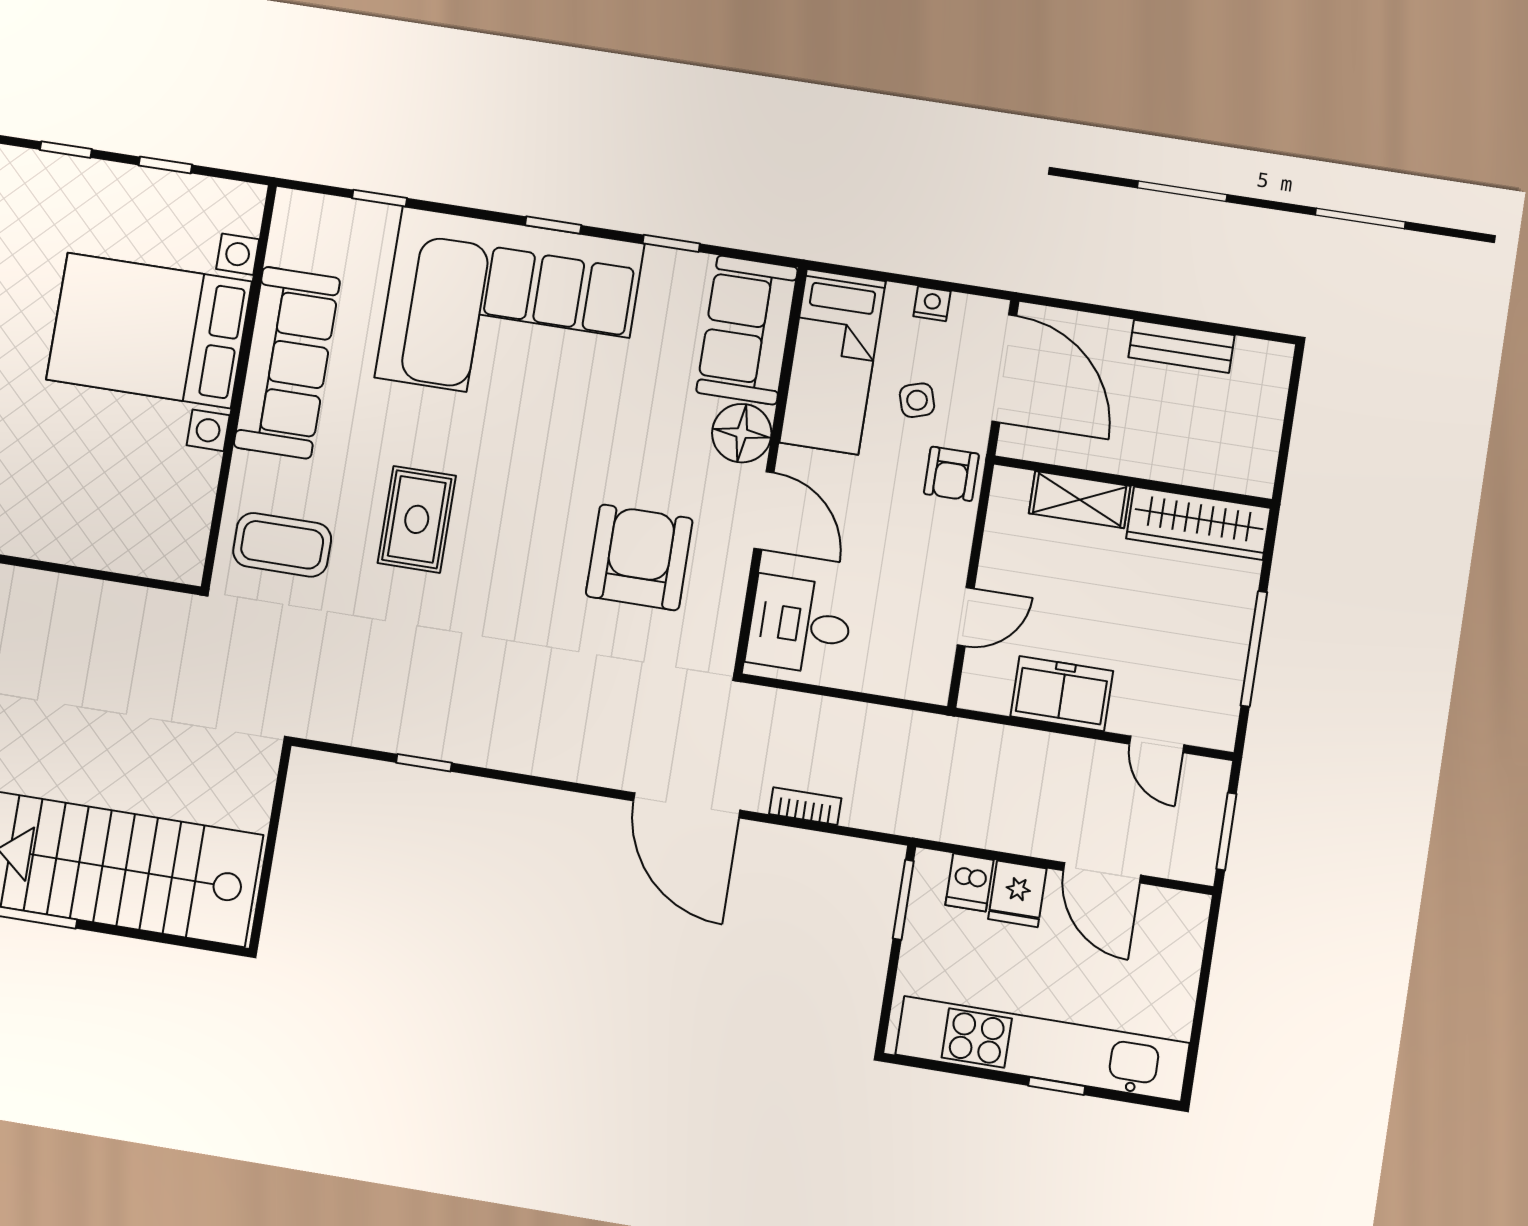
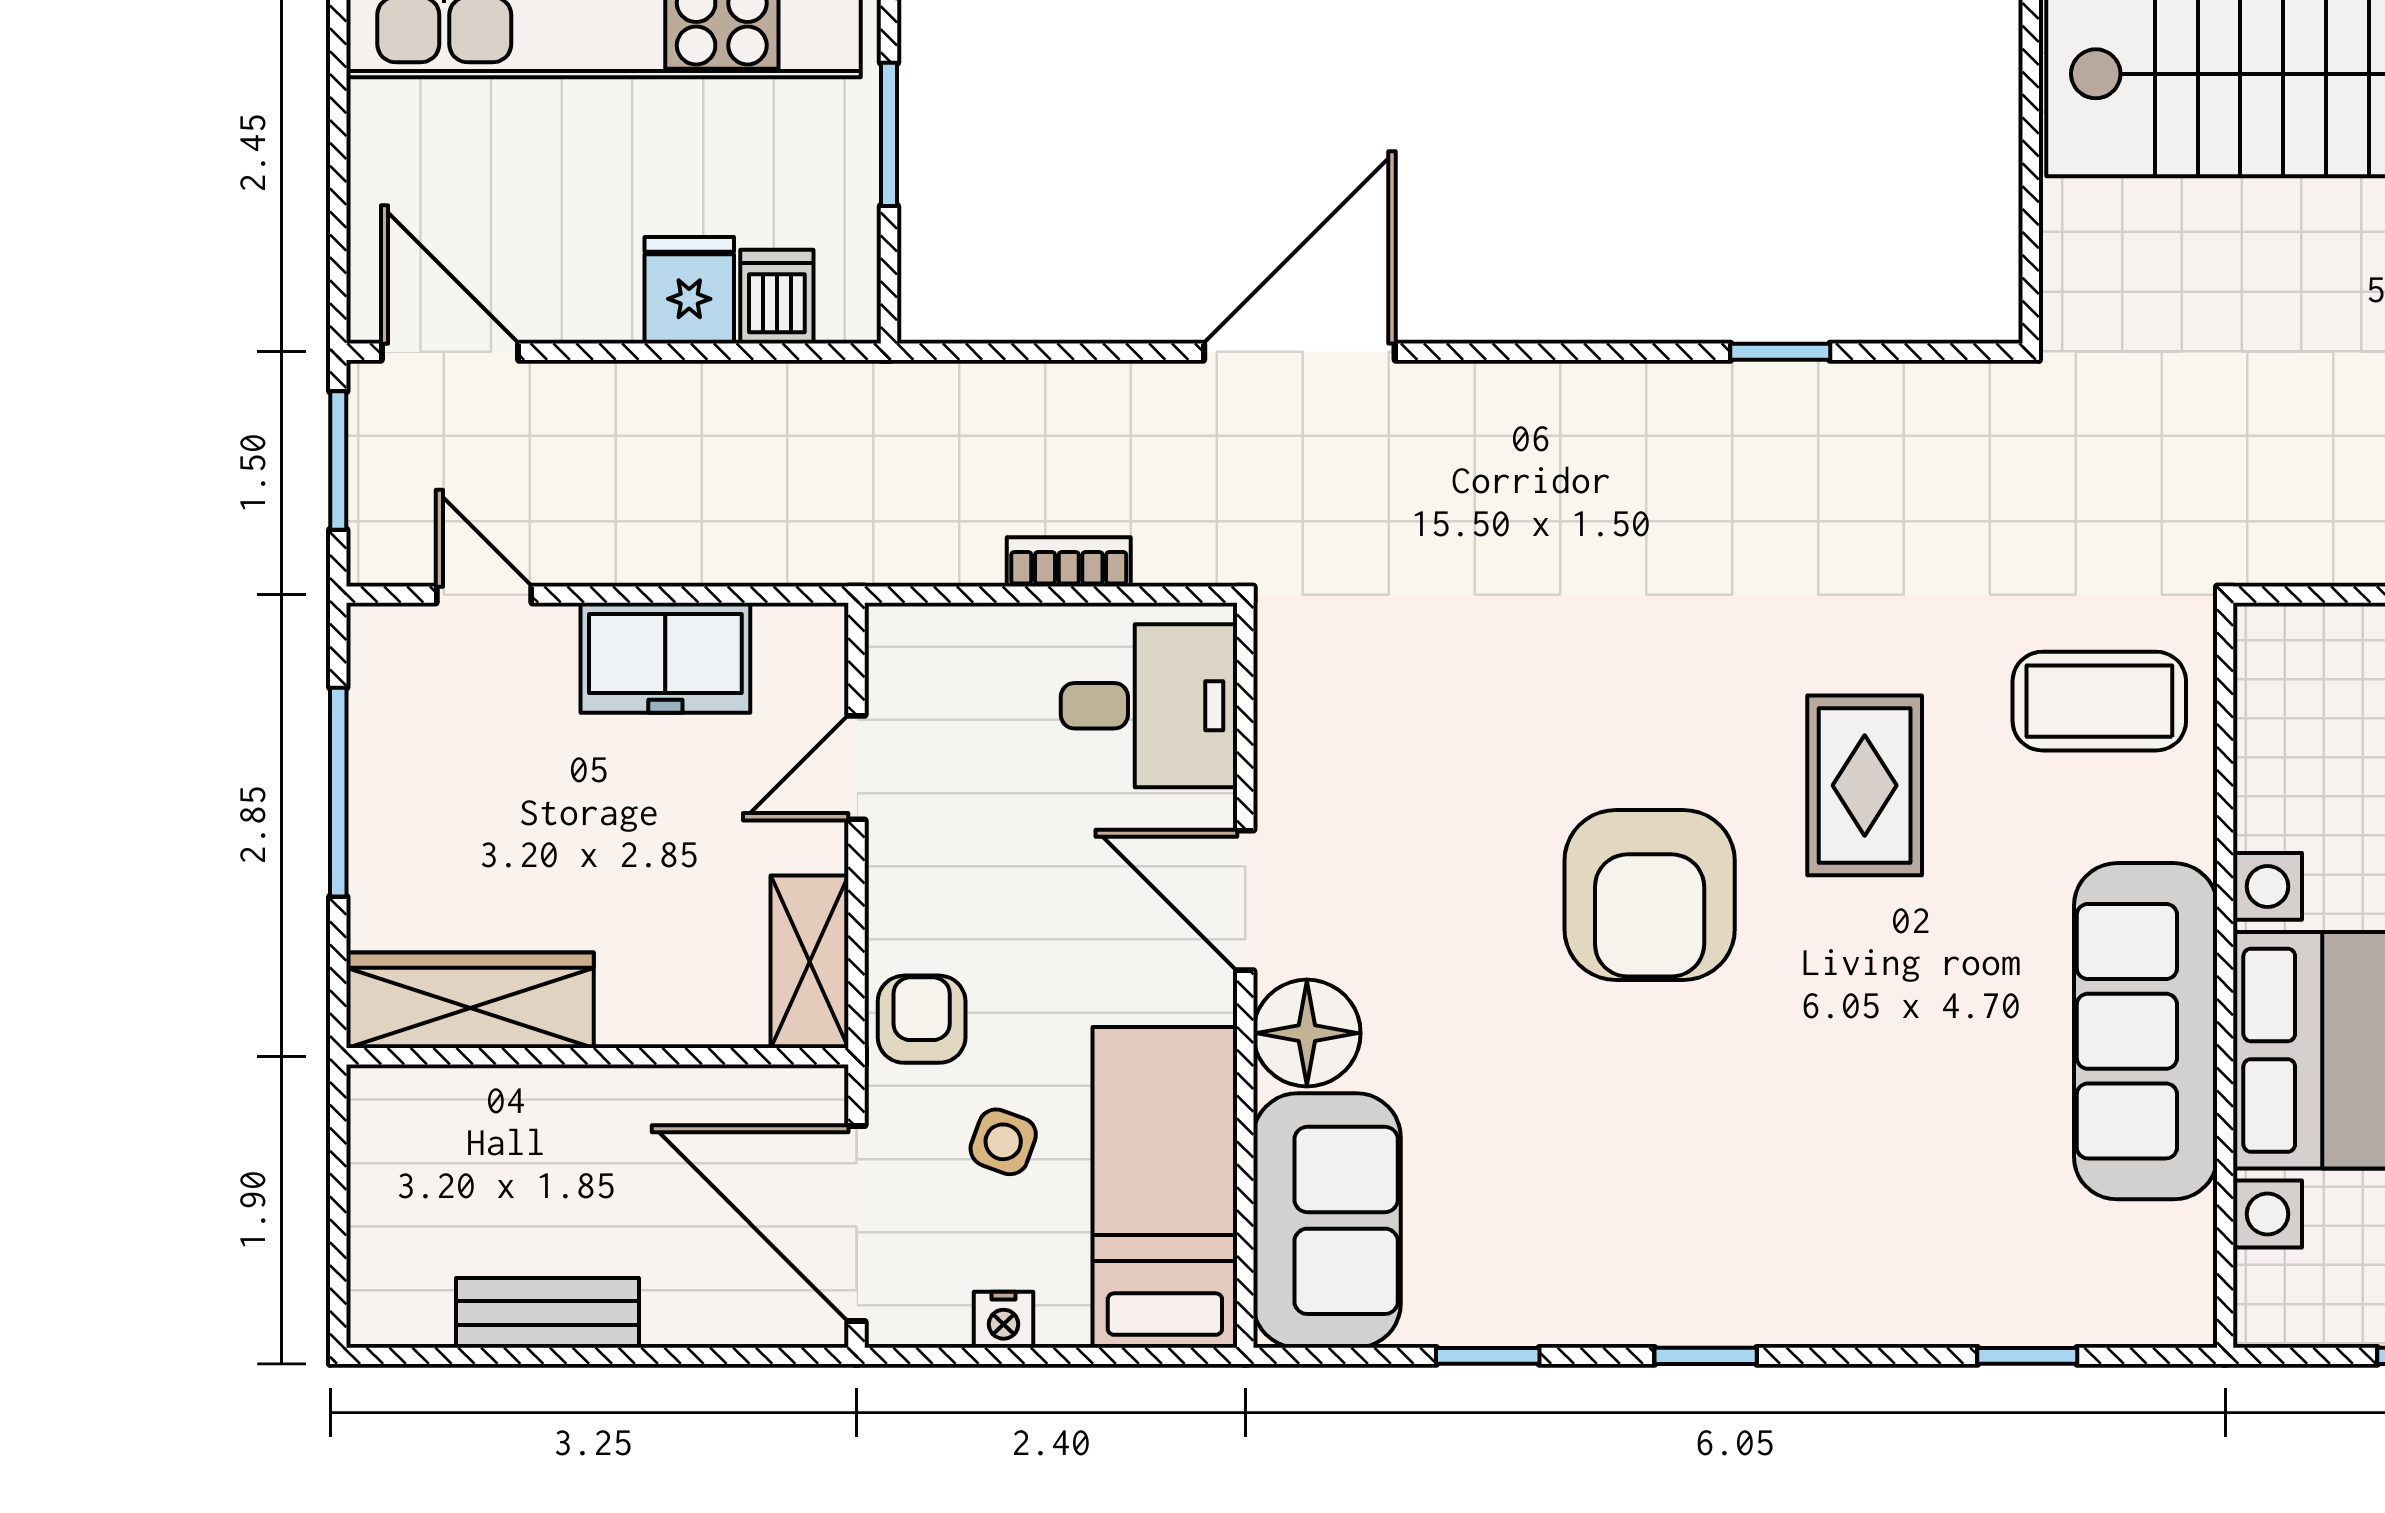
corner sofa: (510, 311) -> (1759, 1188), removed
side table: (917, 400) -> (1003, 1142), turned 37
shelving: (1080, 500) -> (810, 962), moved, turned 90
armchair: (639, 557) -> (1650, 895), moved
door: (687, 805) -> (1299, 352), hinge flipped
bookcase: (805, 806) -> (1069, 562), moved, turned 180
door: (1102, 873) -> (450, 352), moved
window: (903, 900) -> (889, 134), moved

